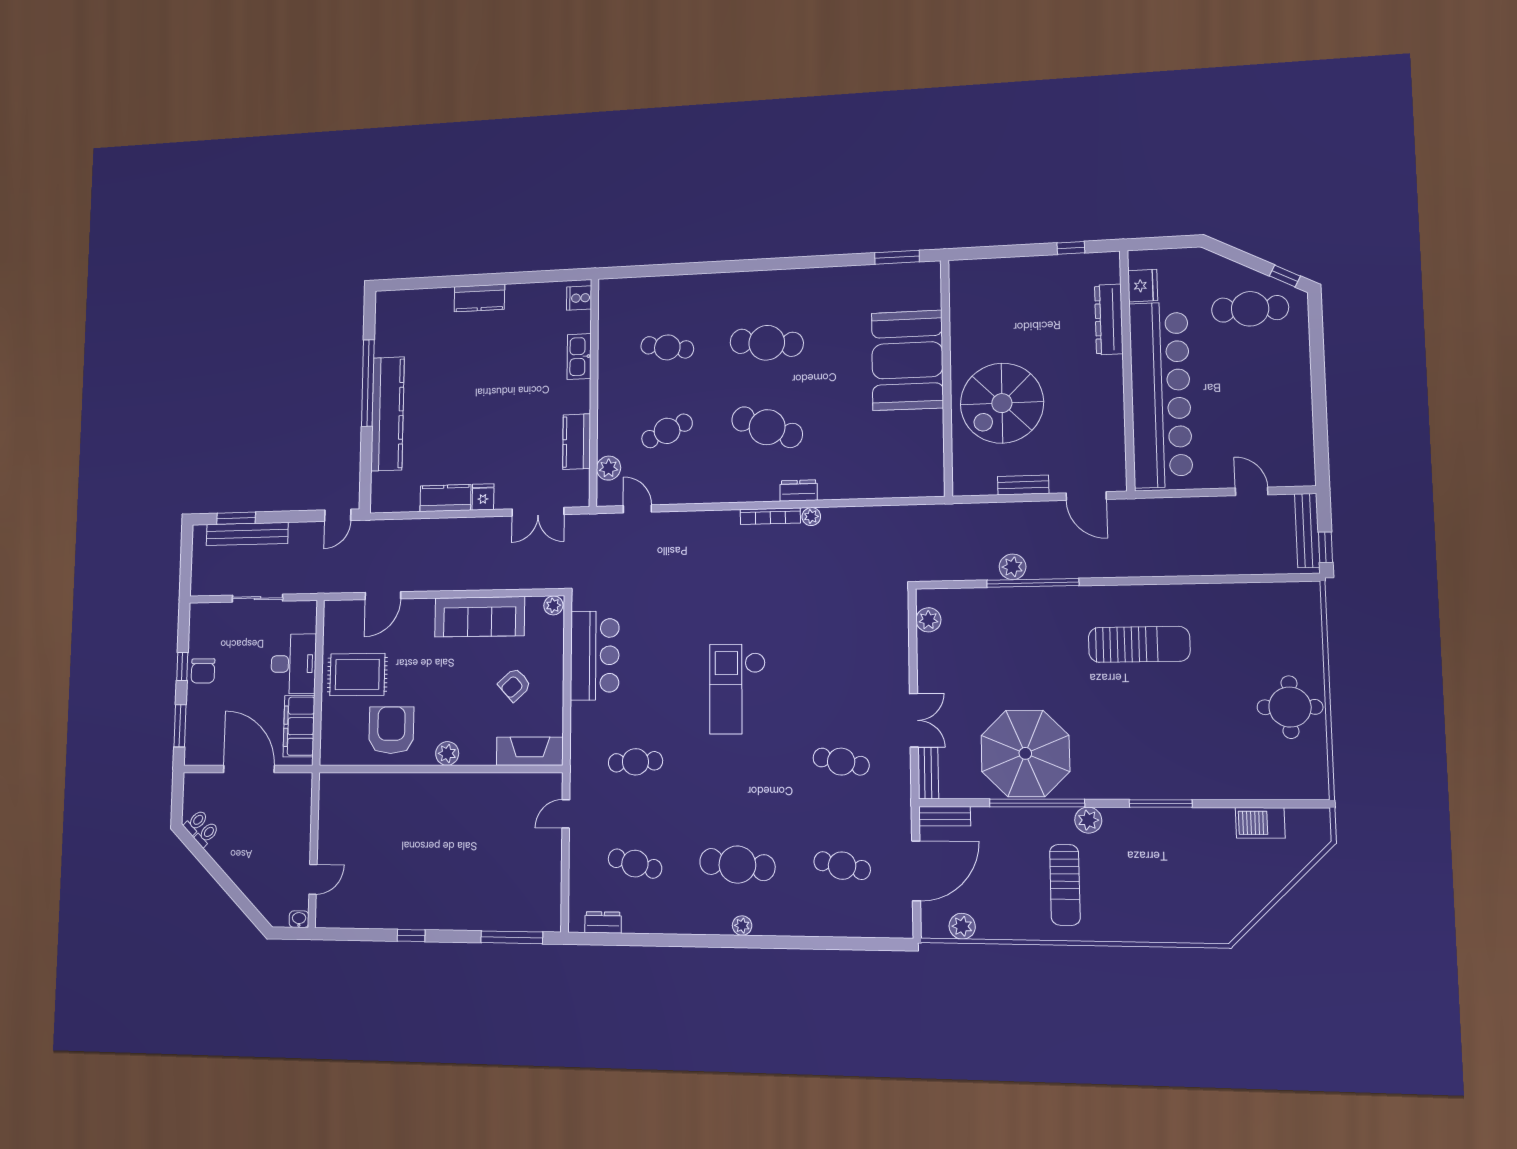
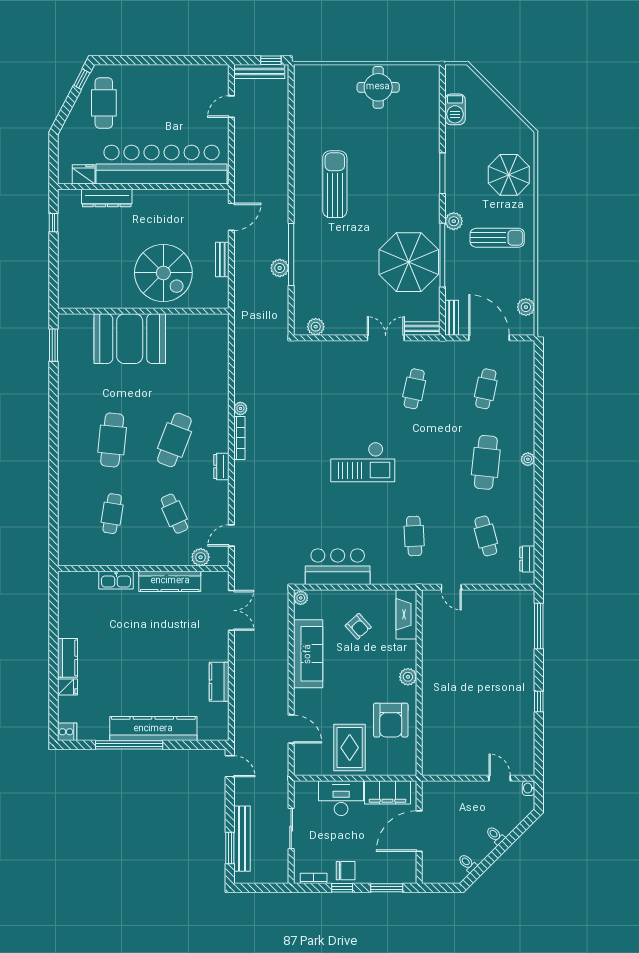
cooker: (579, 298) -> (67, 732), moved, turned -90
kitchen counter: (577, 442) -> (170, 581), width x1.50
dresser: (799, 491) -> (221, 466), moved
fridge: (483, 497) -> (68, 687), moved, turned 180
bookcase: (195, 629) -> (314, 878), added
armchair: (391, 730) -> (391, 720), turned -90
toilet: (196, 822) -> (495, 835), moved
cafe table: (635, 864) -> (486, 536), turned -30
parasol: (1161, 903) -> (509, 175), added

